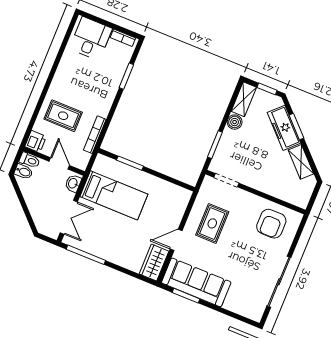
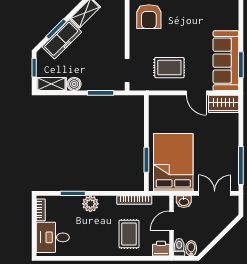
plant: (109, 90) -> (90, 204), added
bed: (114, 195) -> (173, 162), width x1.50
armchair: (271, 224) -> (149, 17), turned 90

